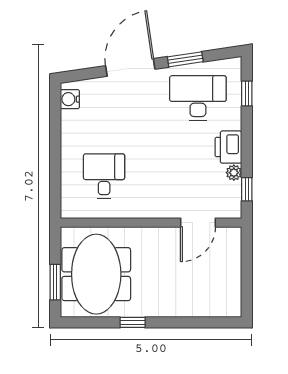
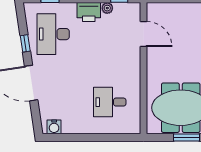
window: (185, 59) -> (25, 43), width x0.67

